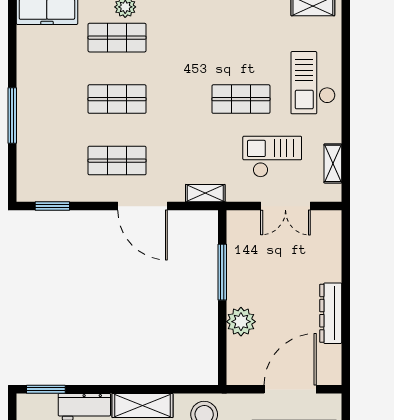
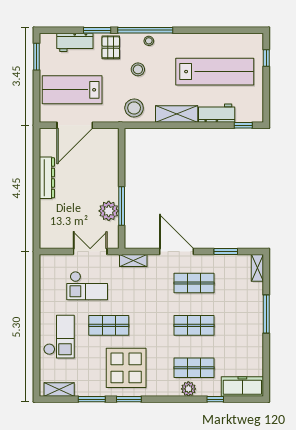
display table: (216, 37) -> (126, 368), added
shelving: (333, 163) -> (257, 268), moved
window: (52, 206) -> (226, 252), moved
double door: (285, 206) -> (90, 252), moved
plant: (241, 322) -> (109, 211), moved
window: (46, 389) -> (243, 125), width x0.67

